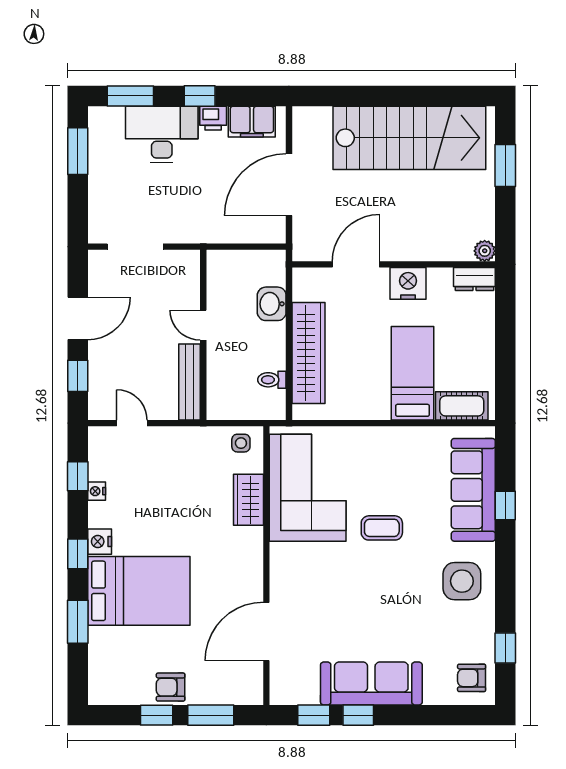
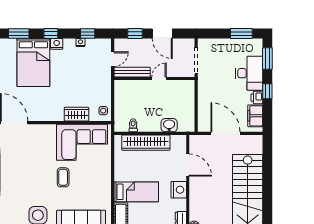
door: (203, 325) -> (159, 79), moved
wall: (203, 335) -> (154, 79), moved
bench: (190, 382) -> (132, 72), moved

